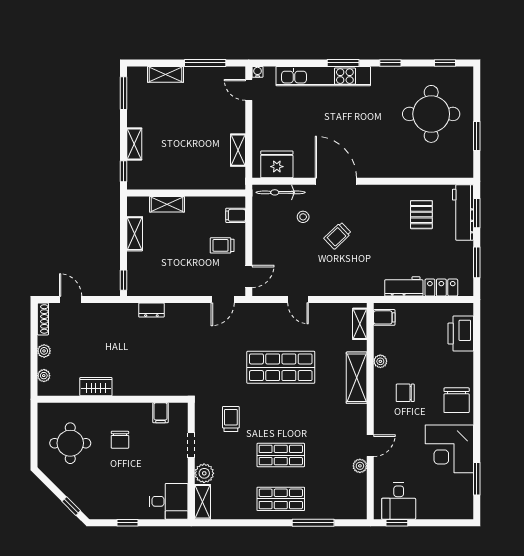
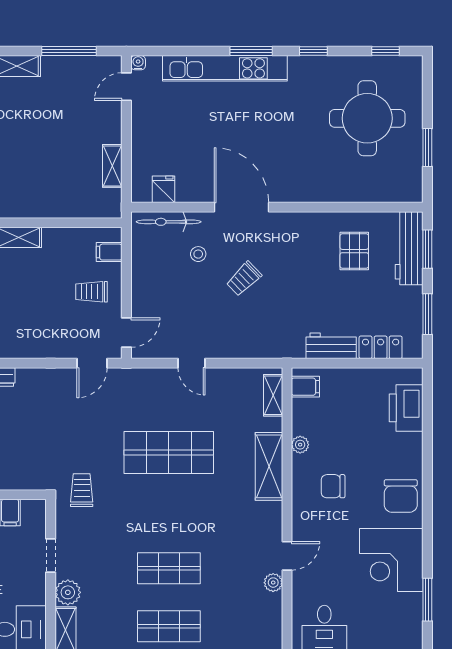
door: (249, 90) -> (126, 87), hinge flipped
fridge: (277, 164) -> (164, 189), width x0.53, depth x0.75
trolley: (231, 419) -> (82, 490), moved

